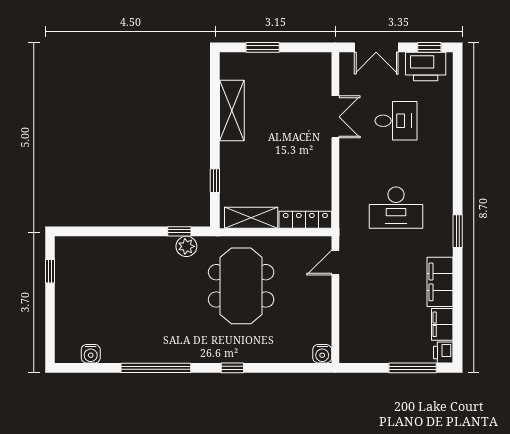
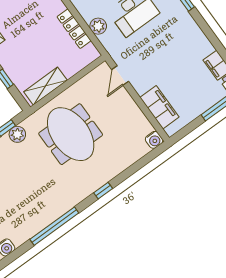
plant: (350, 196) -> (98, 26), added
locker: (305, 220) -> (74, 29), moved, turned -90
filing cabinet: (440, 282) -> (159, 107), moved, turned 180

